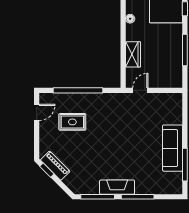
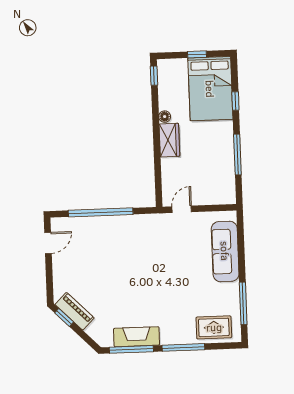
wardrobe: (133, 54) -> (169, 140), moved
rug: (72, 122) -> (214, 327), moved
sofa: (173, 148) -> (225, 251), moved
fireplace: (117, 187) -> (137, 337), moved

